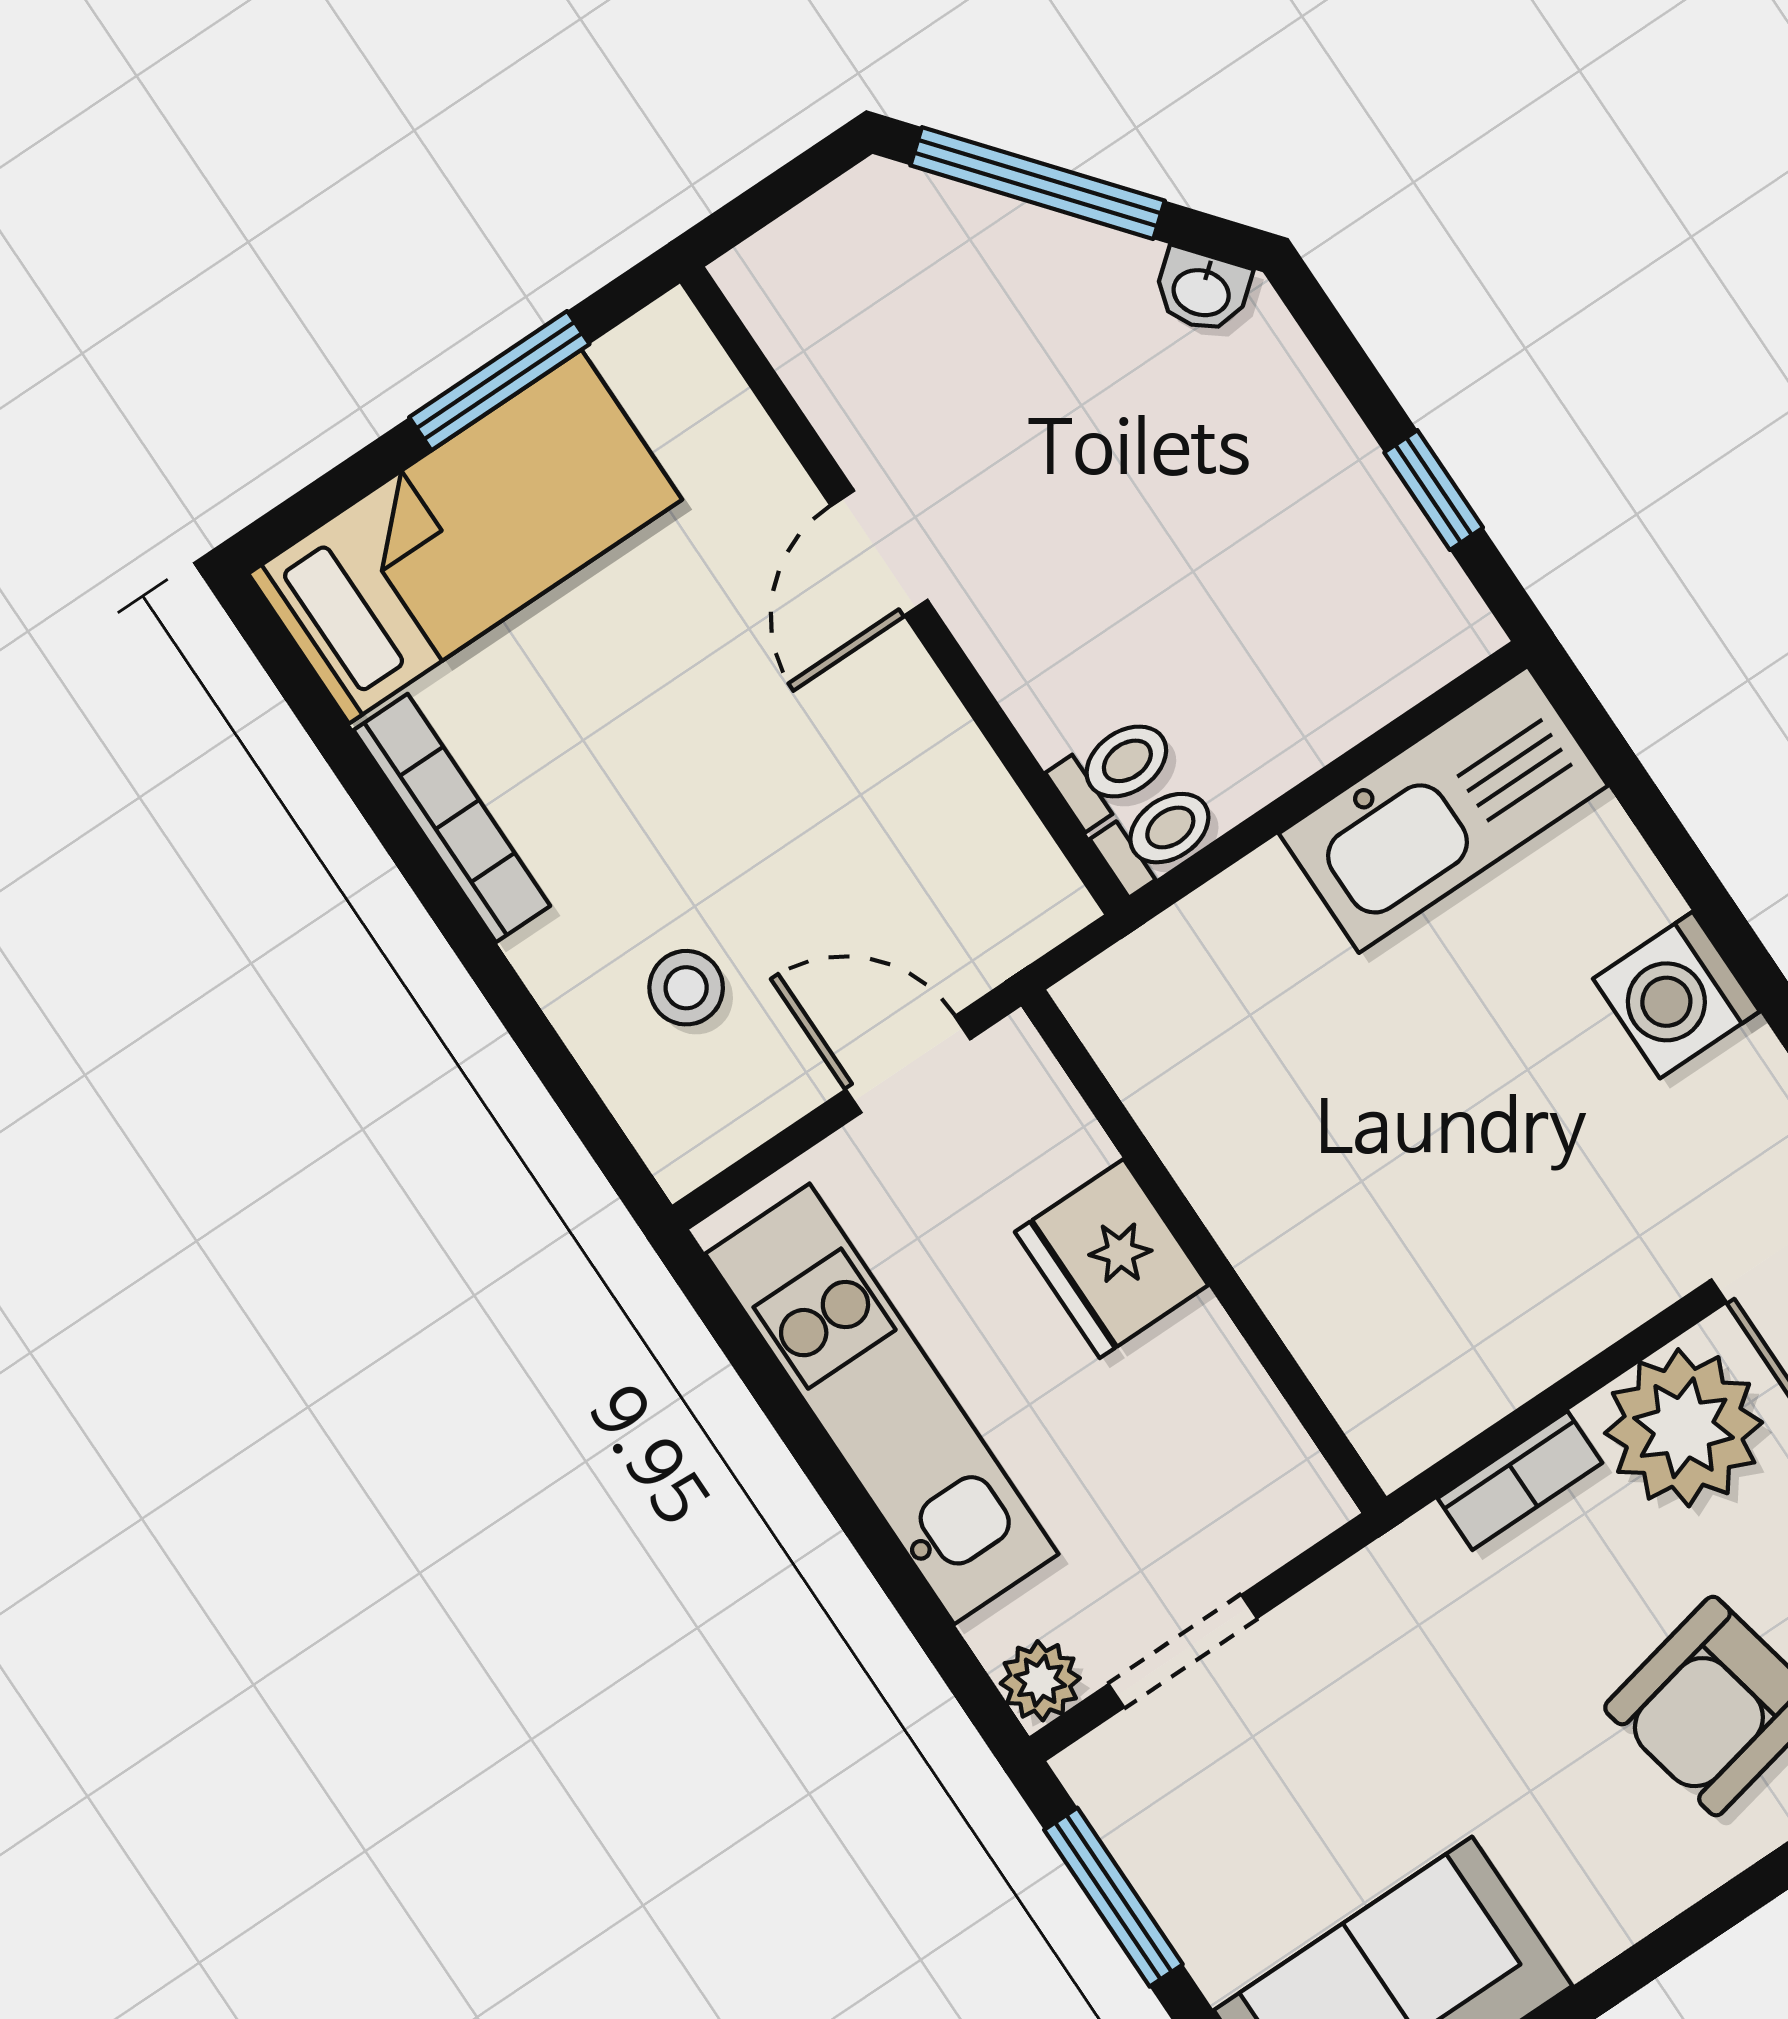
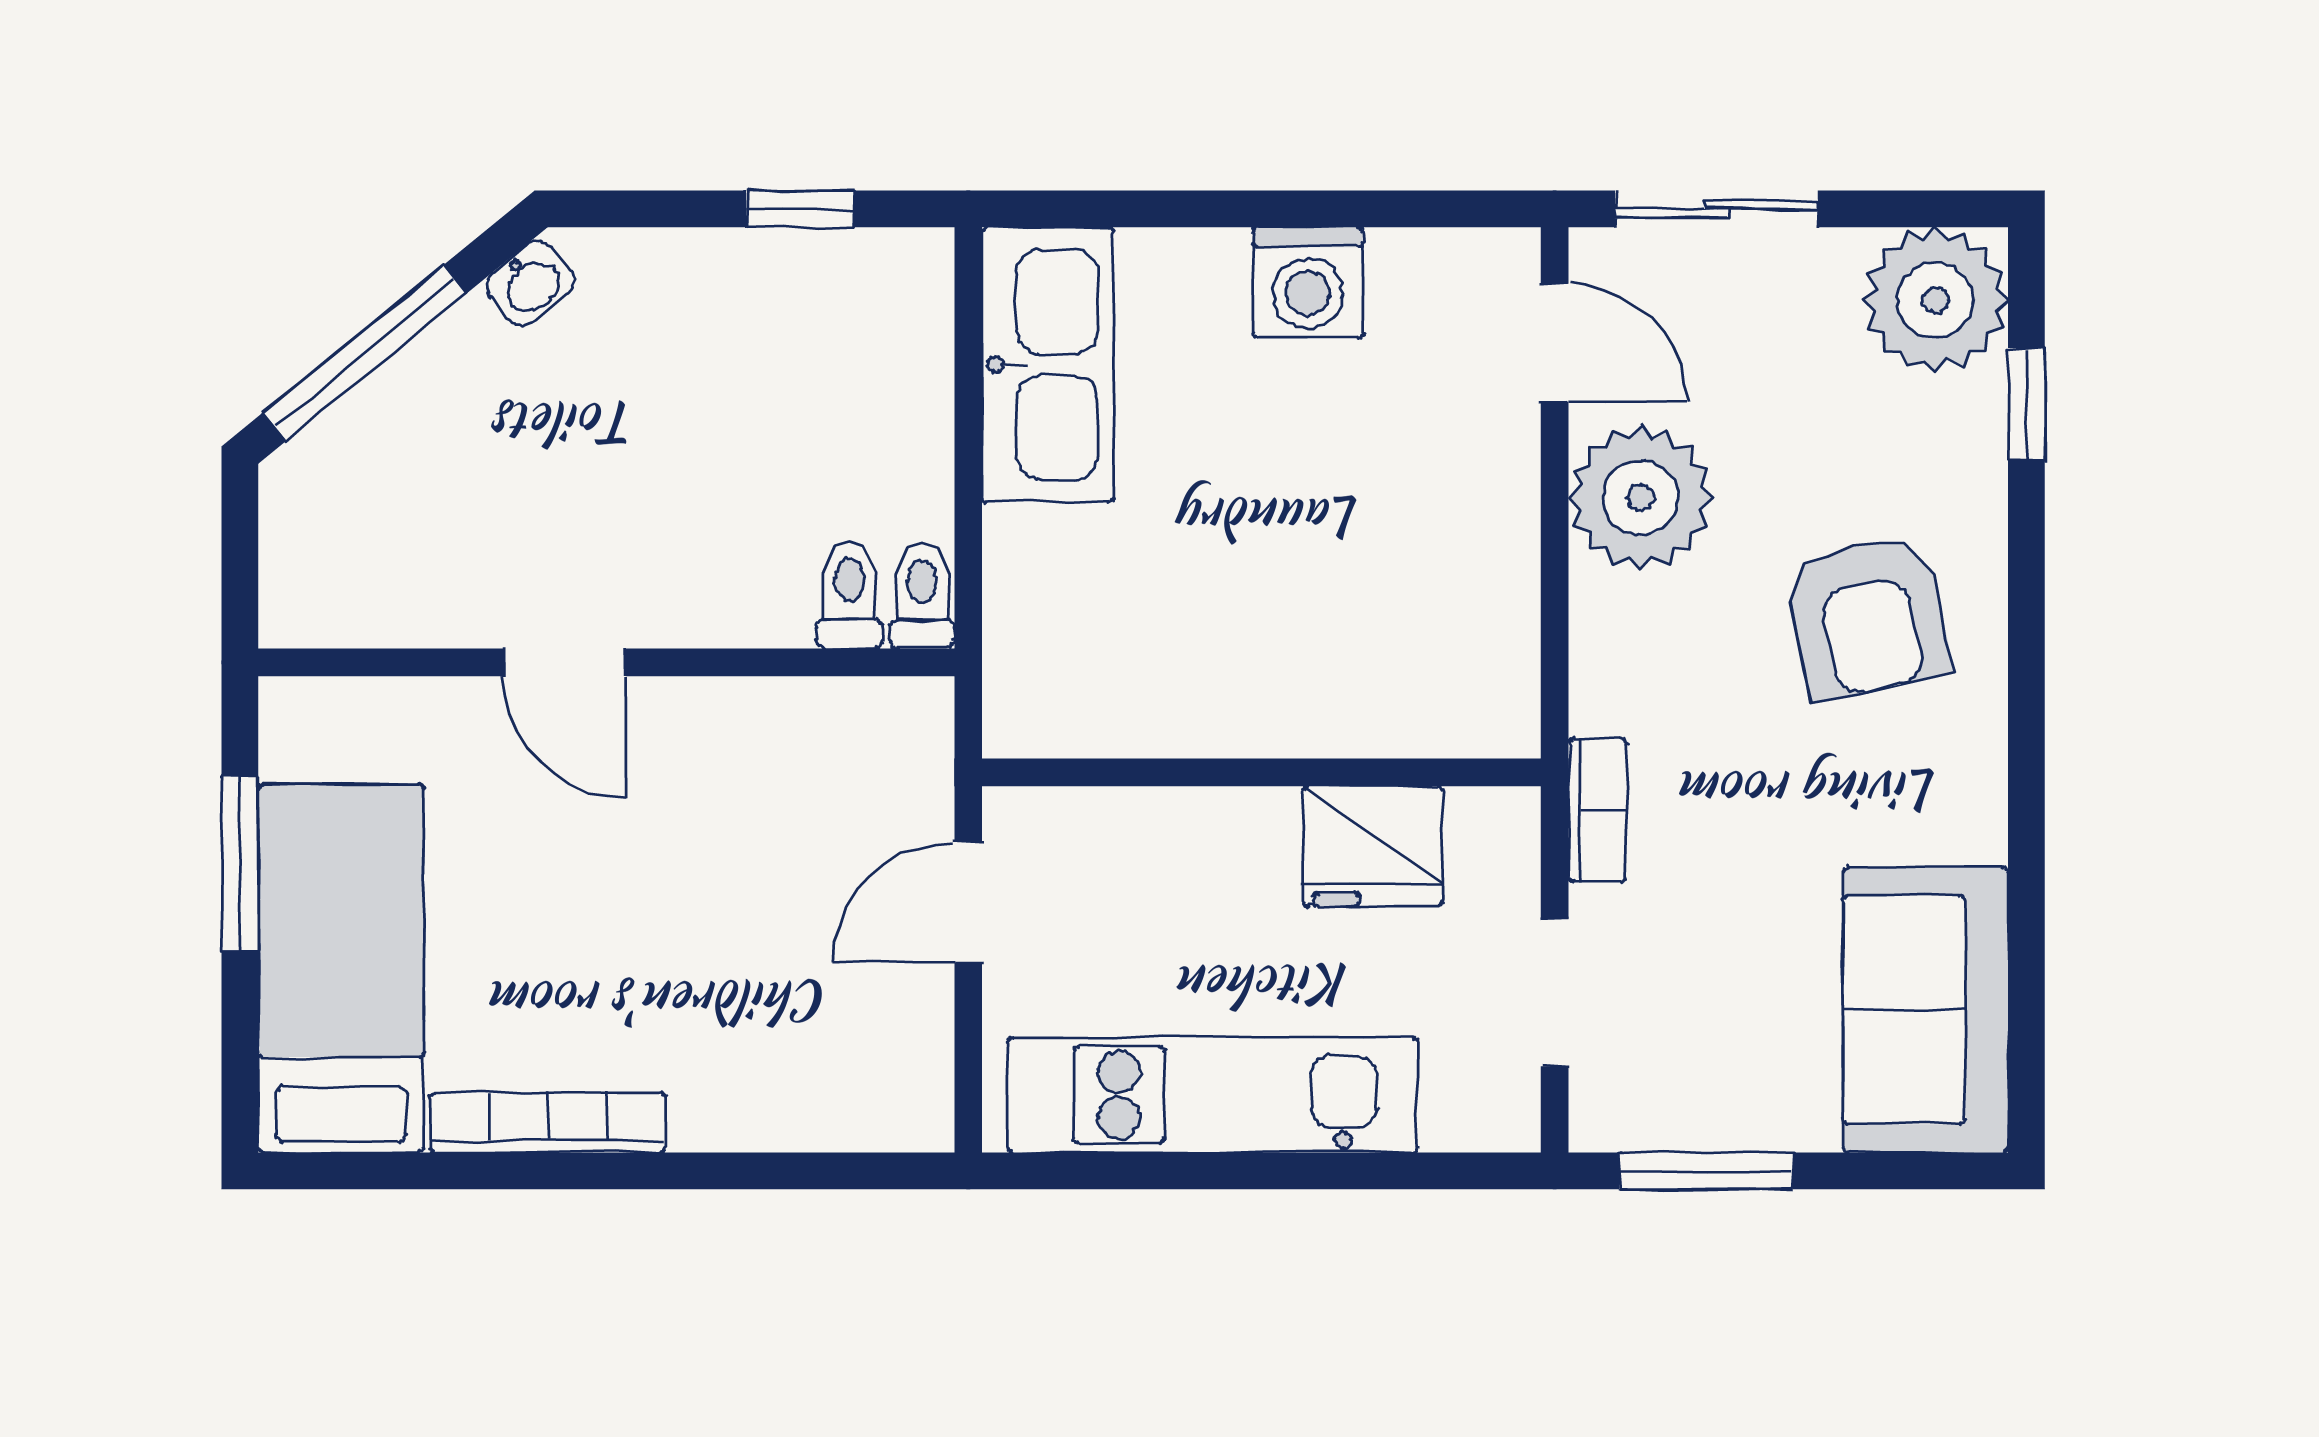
stool: (686, 988) -> (797, 1031), removed
fridge: (1112, 1259) -> (1373, 846), moved
bookcase: (1520, 1480) -> (1597, 810), moved
plant: (1040, 1681) -> (1504, 1116), removed

